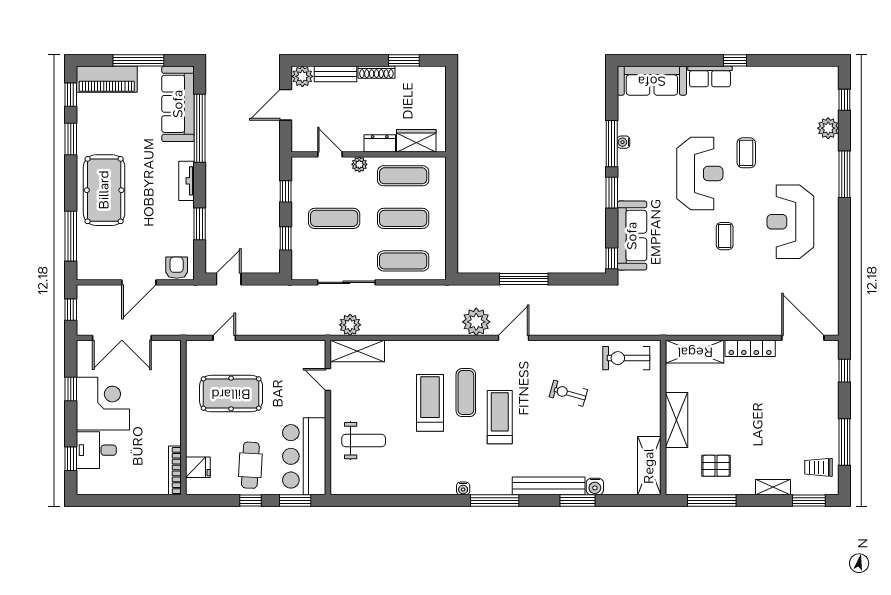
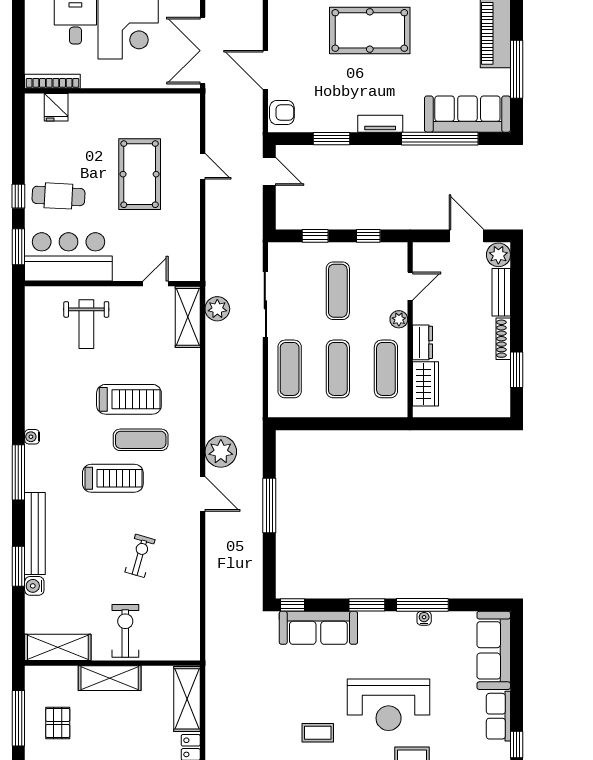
exercise bike: (626, 358) -> (125, 631), moved
wall: (183, 418) -> (112, 91), moved
fridge: (198, 467) -> (56, 107), moved
bookcase: (175, 470) -> (52, 81), moved

